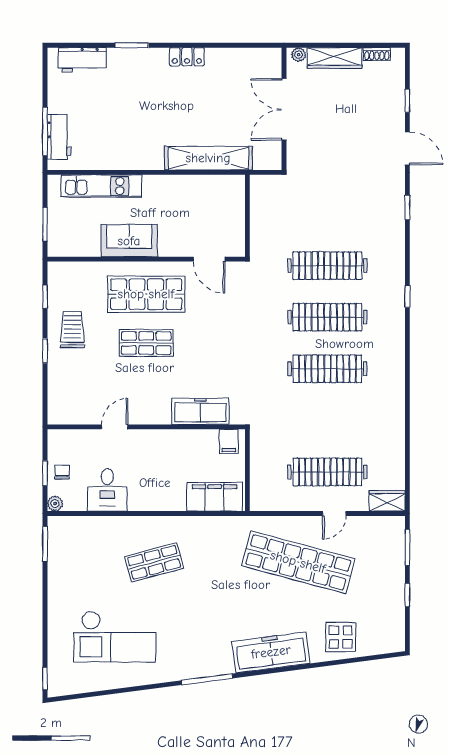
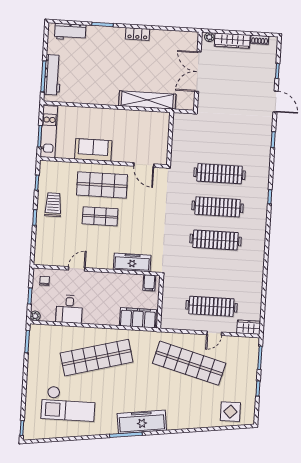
workbench: (59, 137) -> (53, 75), width x1.38
kitchen unit: (101, 186) -> (49, 132), moved, turned -90
chair: (62, 472) -> (45, 281), moved
shop shelf: (154, 562) -> (97, 358), width x2.00, depth x1.36
display table: (341, 637) -> (230, 412), moved
freezer: (271, 652) -> (142, 422), moved

